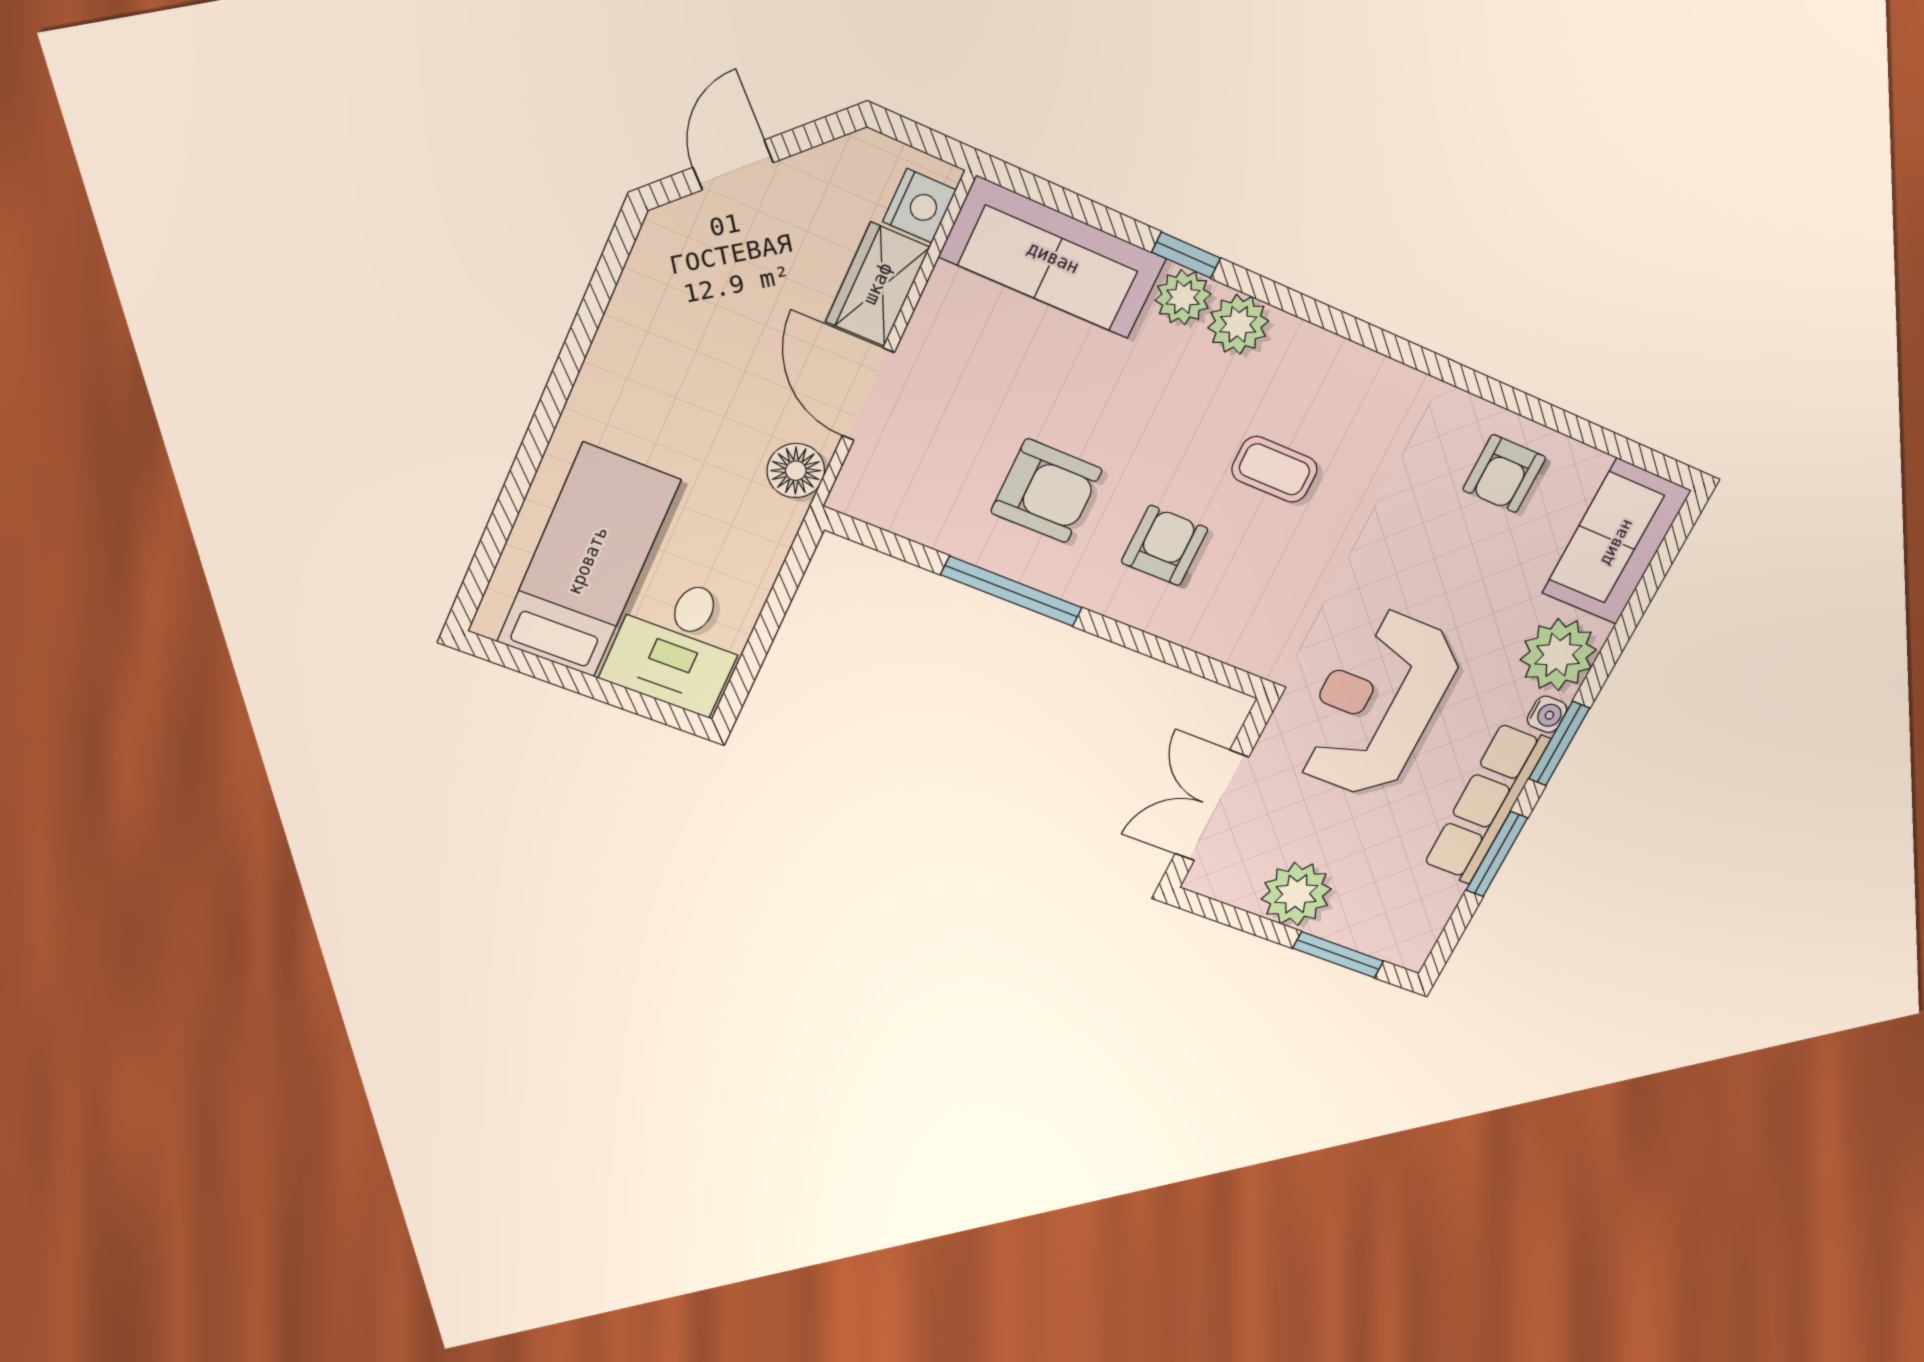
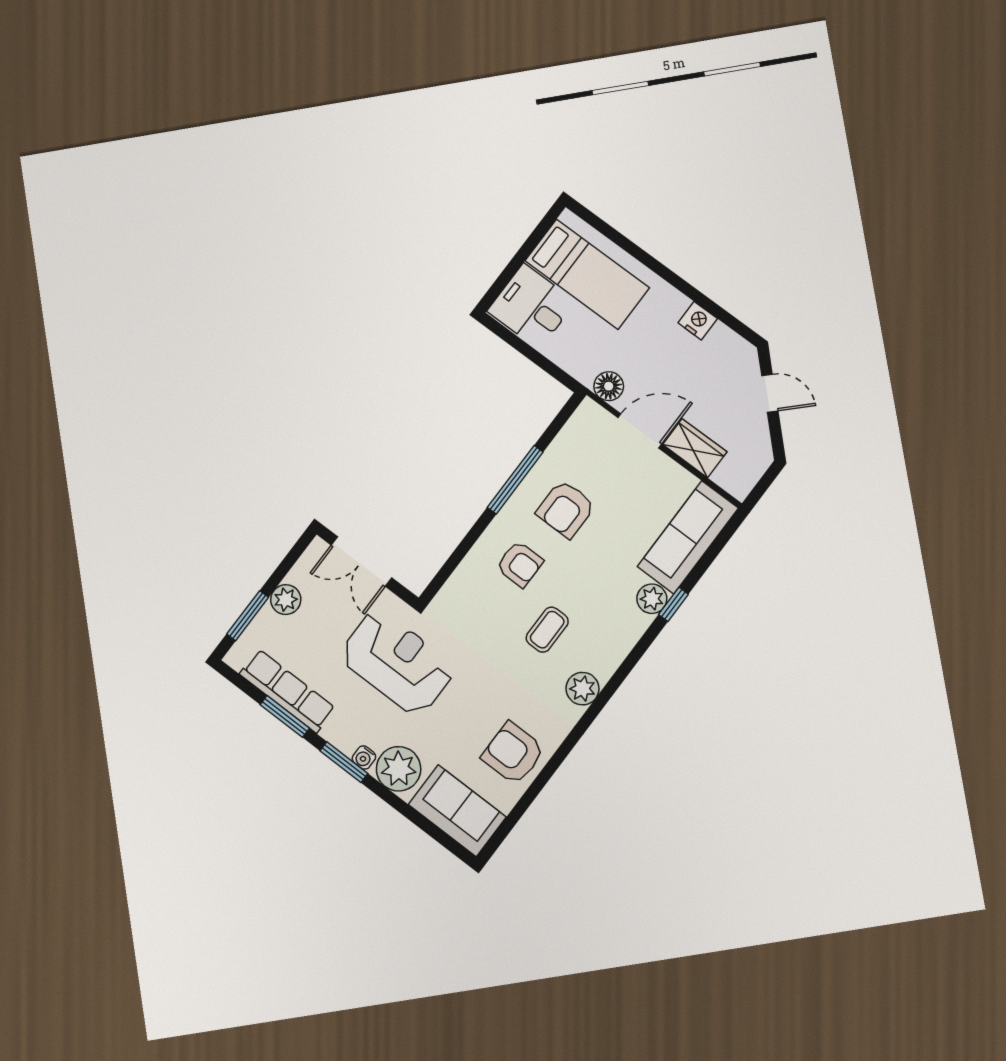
nightstand: (919, 206) -> (698, 321), moved, turned 180
plant: (1238, 324) -> (582, 689), moved
armchair: (1504, 474) -> (513, 753), width x1.38, depth x1.38
row of seats: (1486, 803) -> (287, 691), moved
double door: (1212, 806) -> (361, 561), swing flipped
plant: (1296, 894) -> (286, 600), width x0.73, depth x0.73

